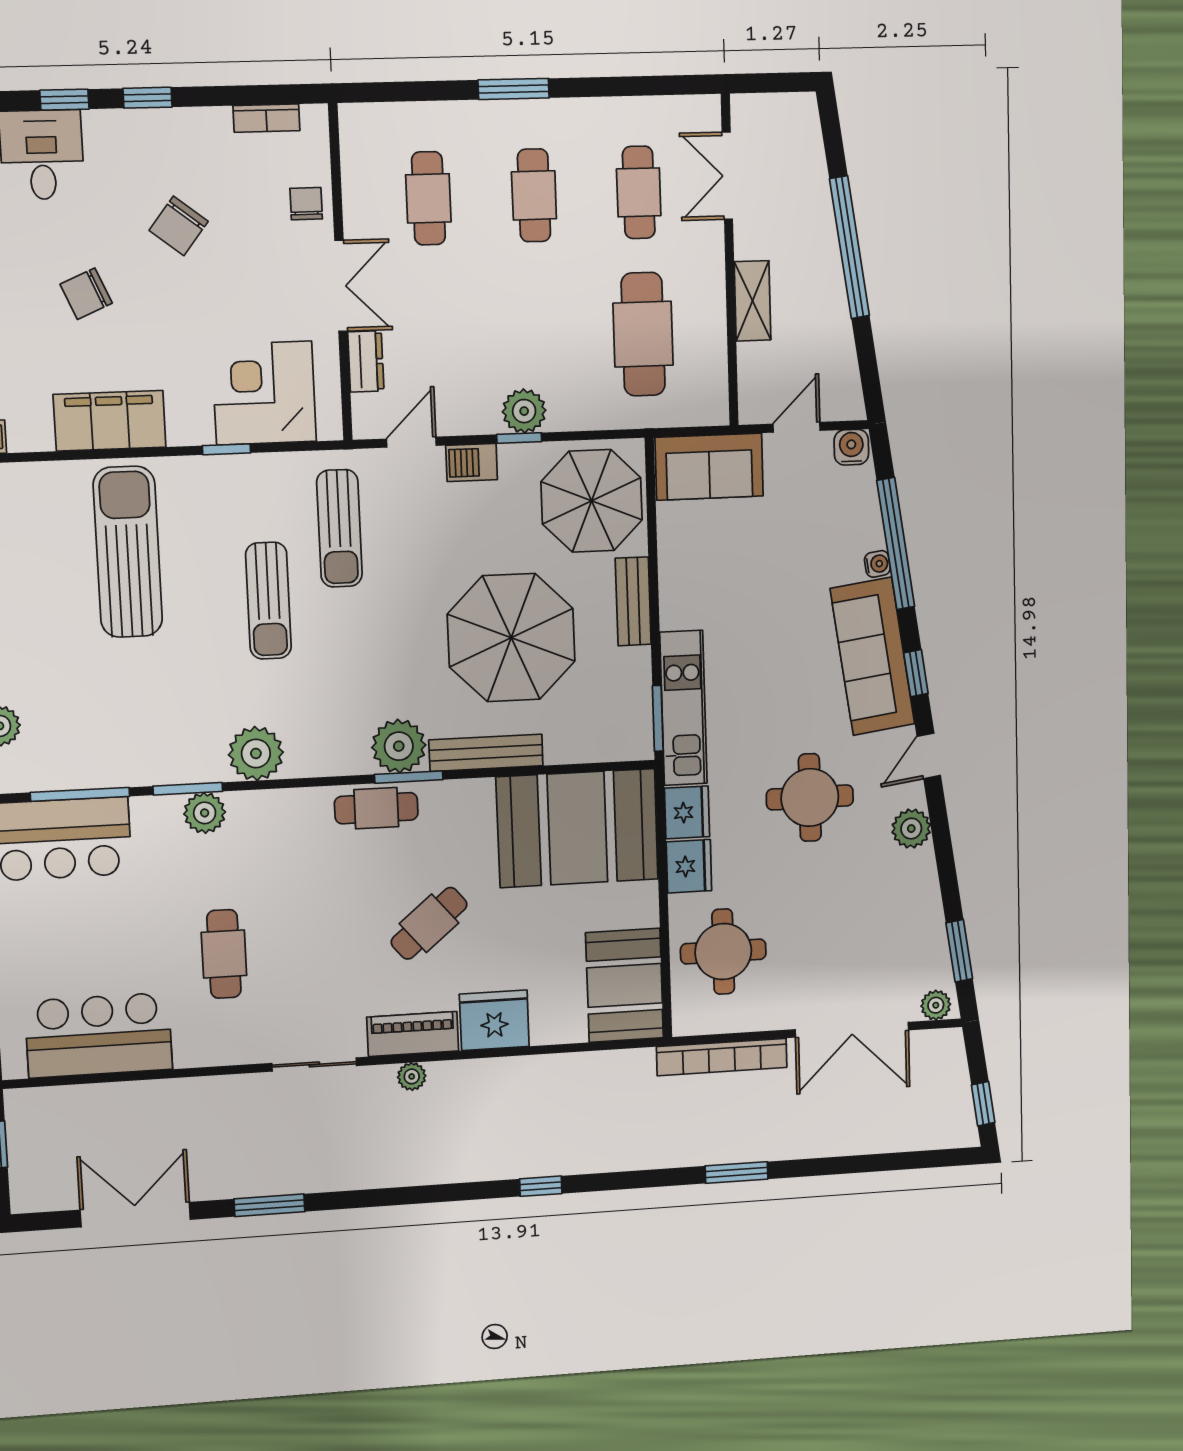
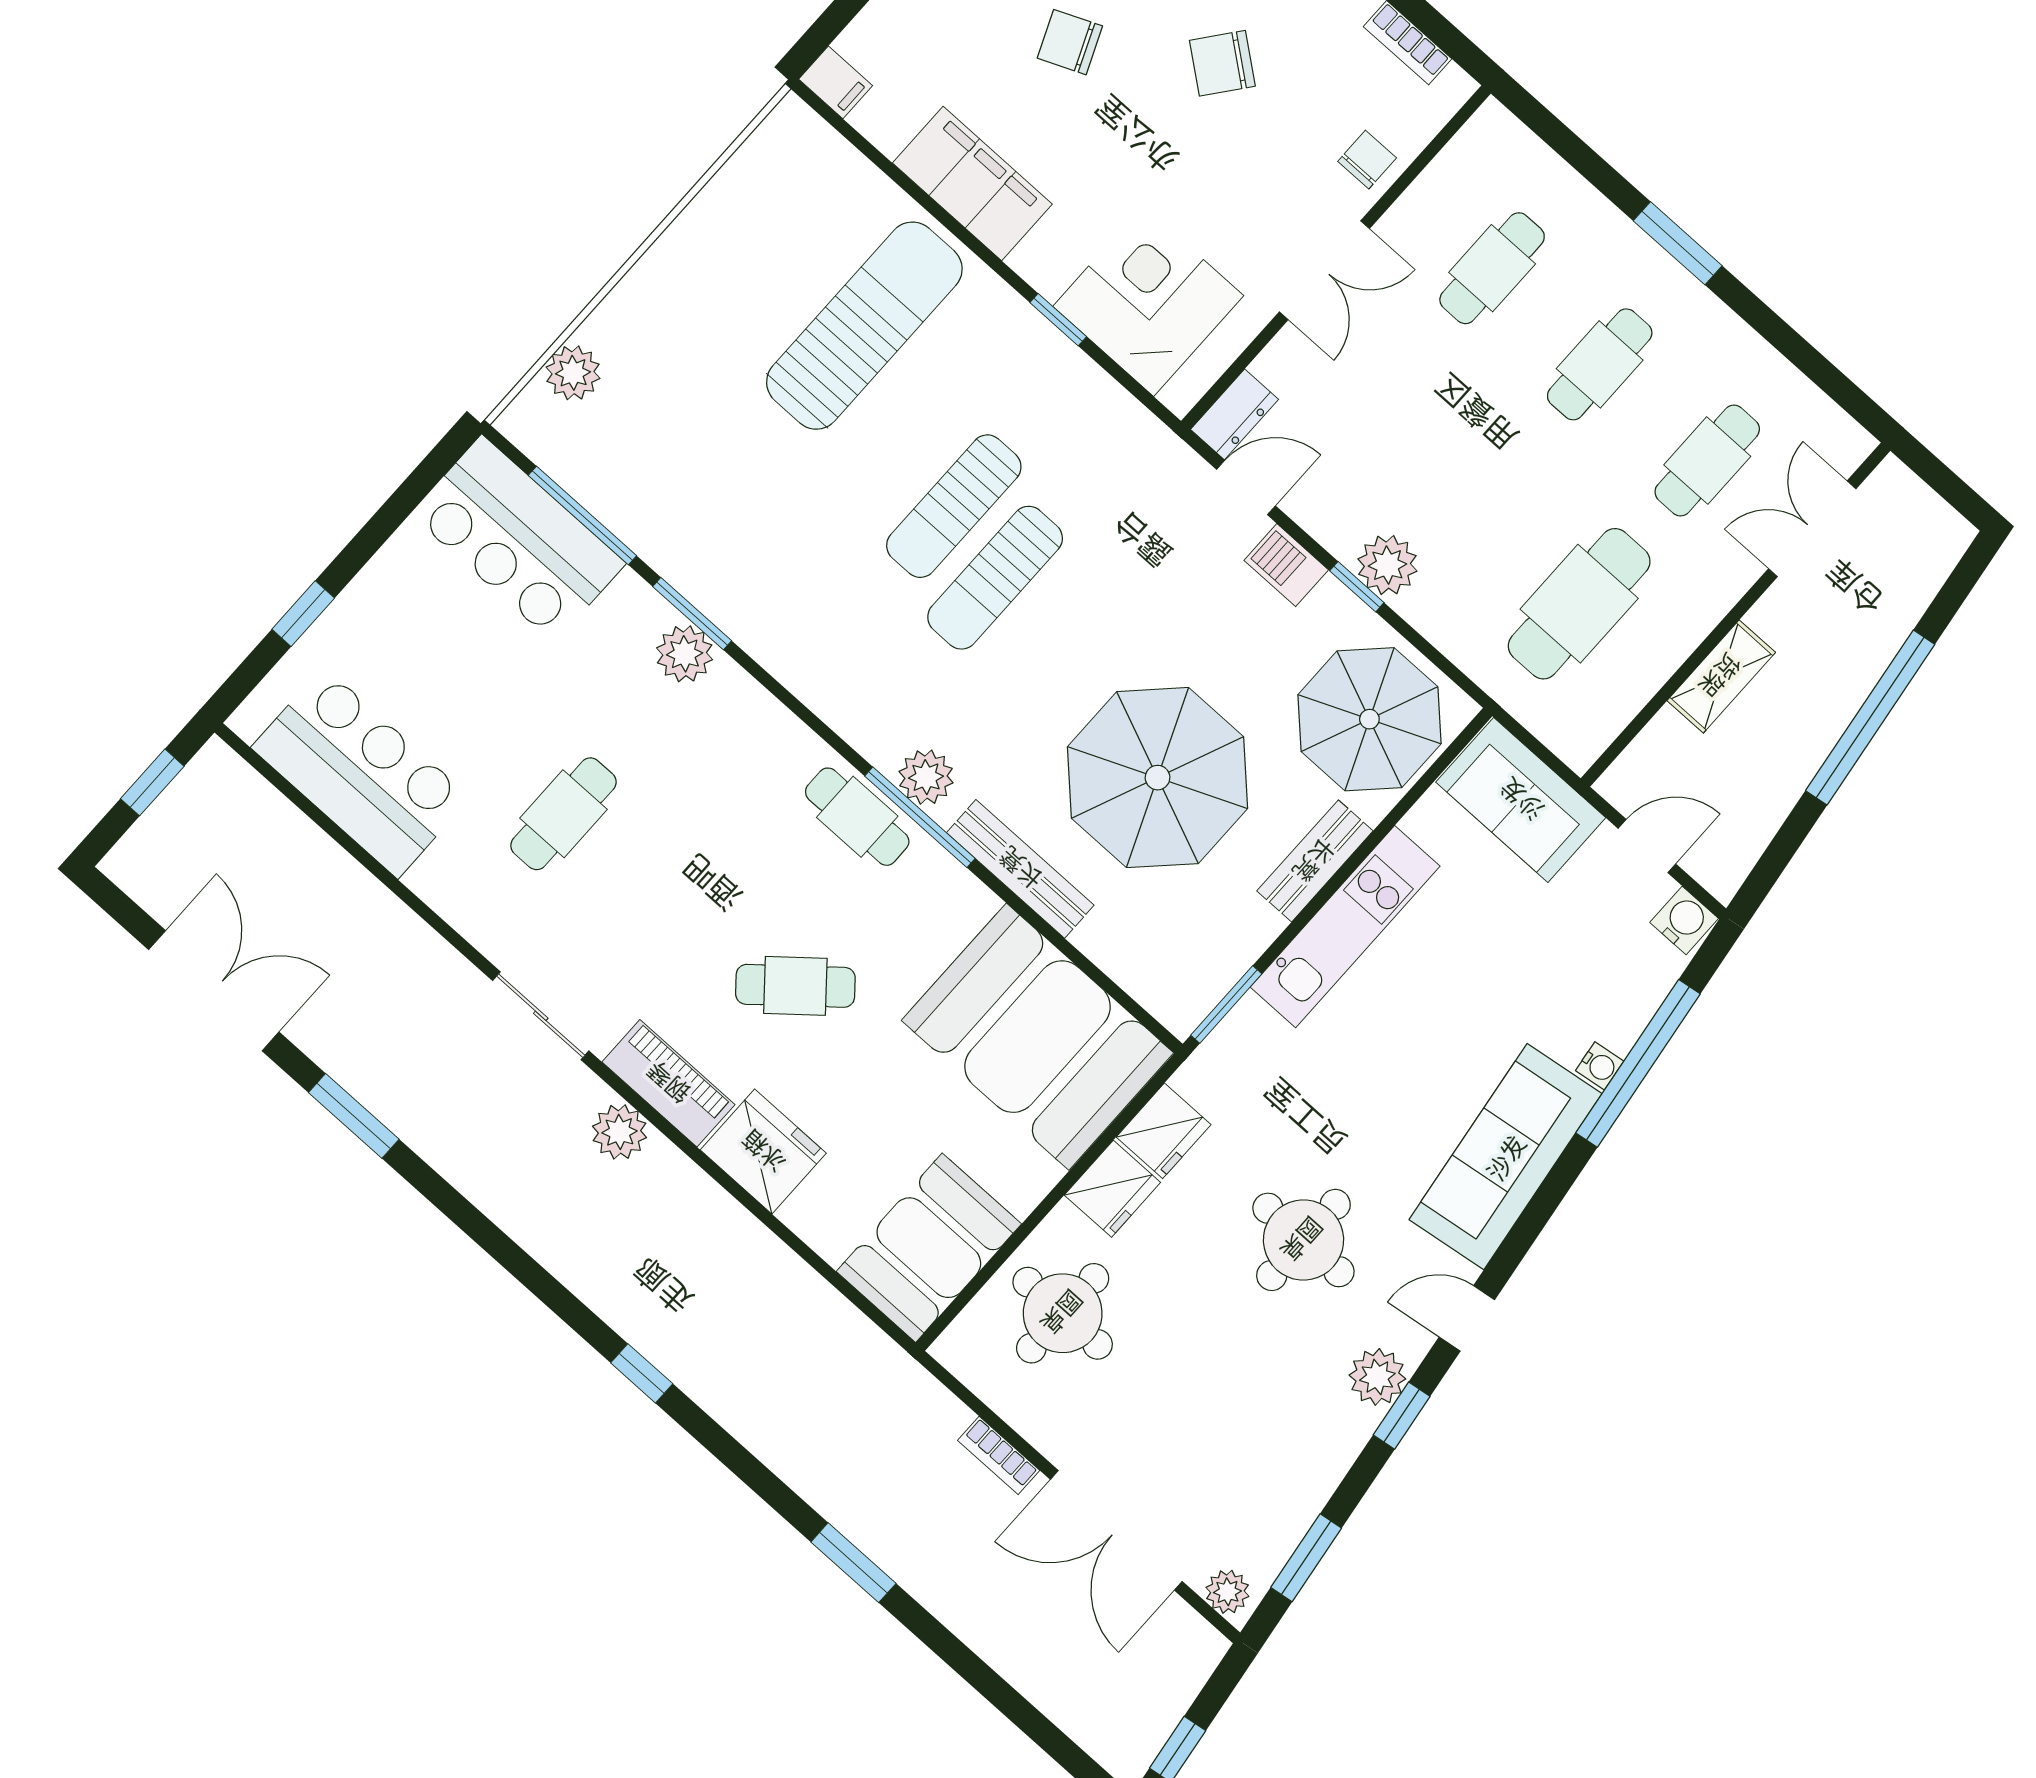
dresser: (366, 362) -> (1235, 414), moved
sun lounger: (339, 528) -> (995, 578), moved
window: (916, 673) -> (1402, 1416), moved
kitchen unit: (683, 708) -> (1345, 927), moved
plant: (399, 746) -> (926, 777), width x0.73, depth x0.73
plant: (256, 753) -> (793, 645), removed
window: (409, 777) -> (920, 817), width x1.44
bookcase: (722, 1057) -> (999, 1455), width x0.43, depth x0.76
plant: (412, 1076) -> (620, 1132), width x1.38, depth x1.38

